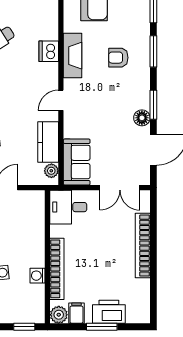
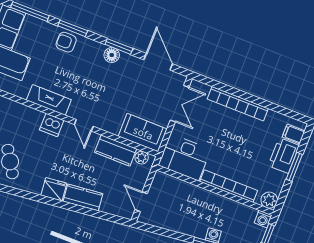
dishwasher: (49, 51) -> (52, 125), moved
armchair: (118, 58) -> (66, 42), moved, turned 90
floor lamp: (142, 118) -> (112, 55), moved
desk: (68, 207) -> (184, 157), width x1.37
washing machine: (37, 276) -> (263, 219), moved
filing cabinet: (76, 313) -> (294, 134), moved

